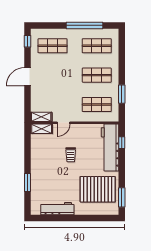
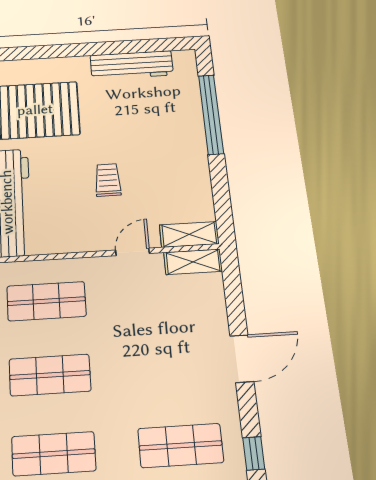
window: (28, 182) -> (211, 114), width x2.11

